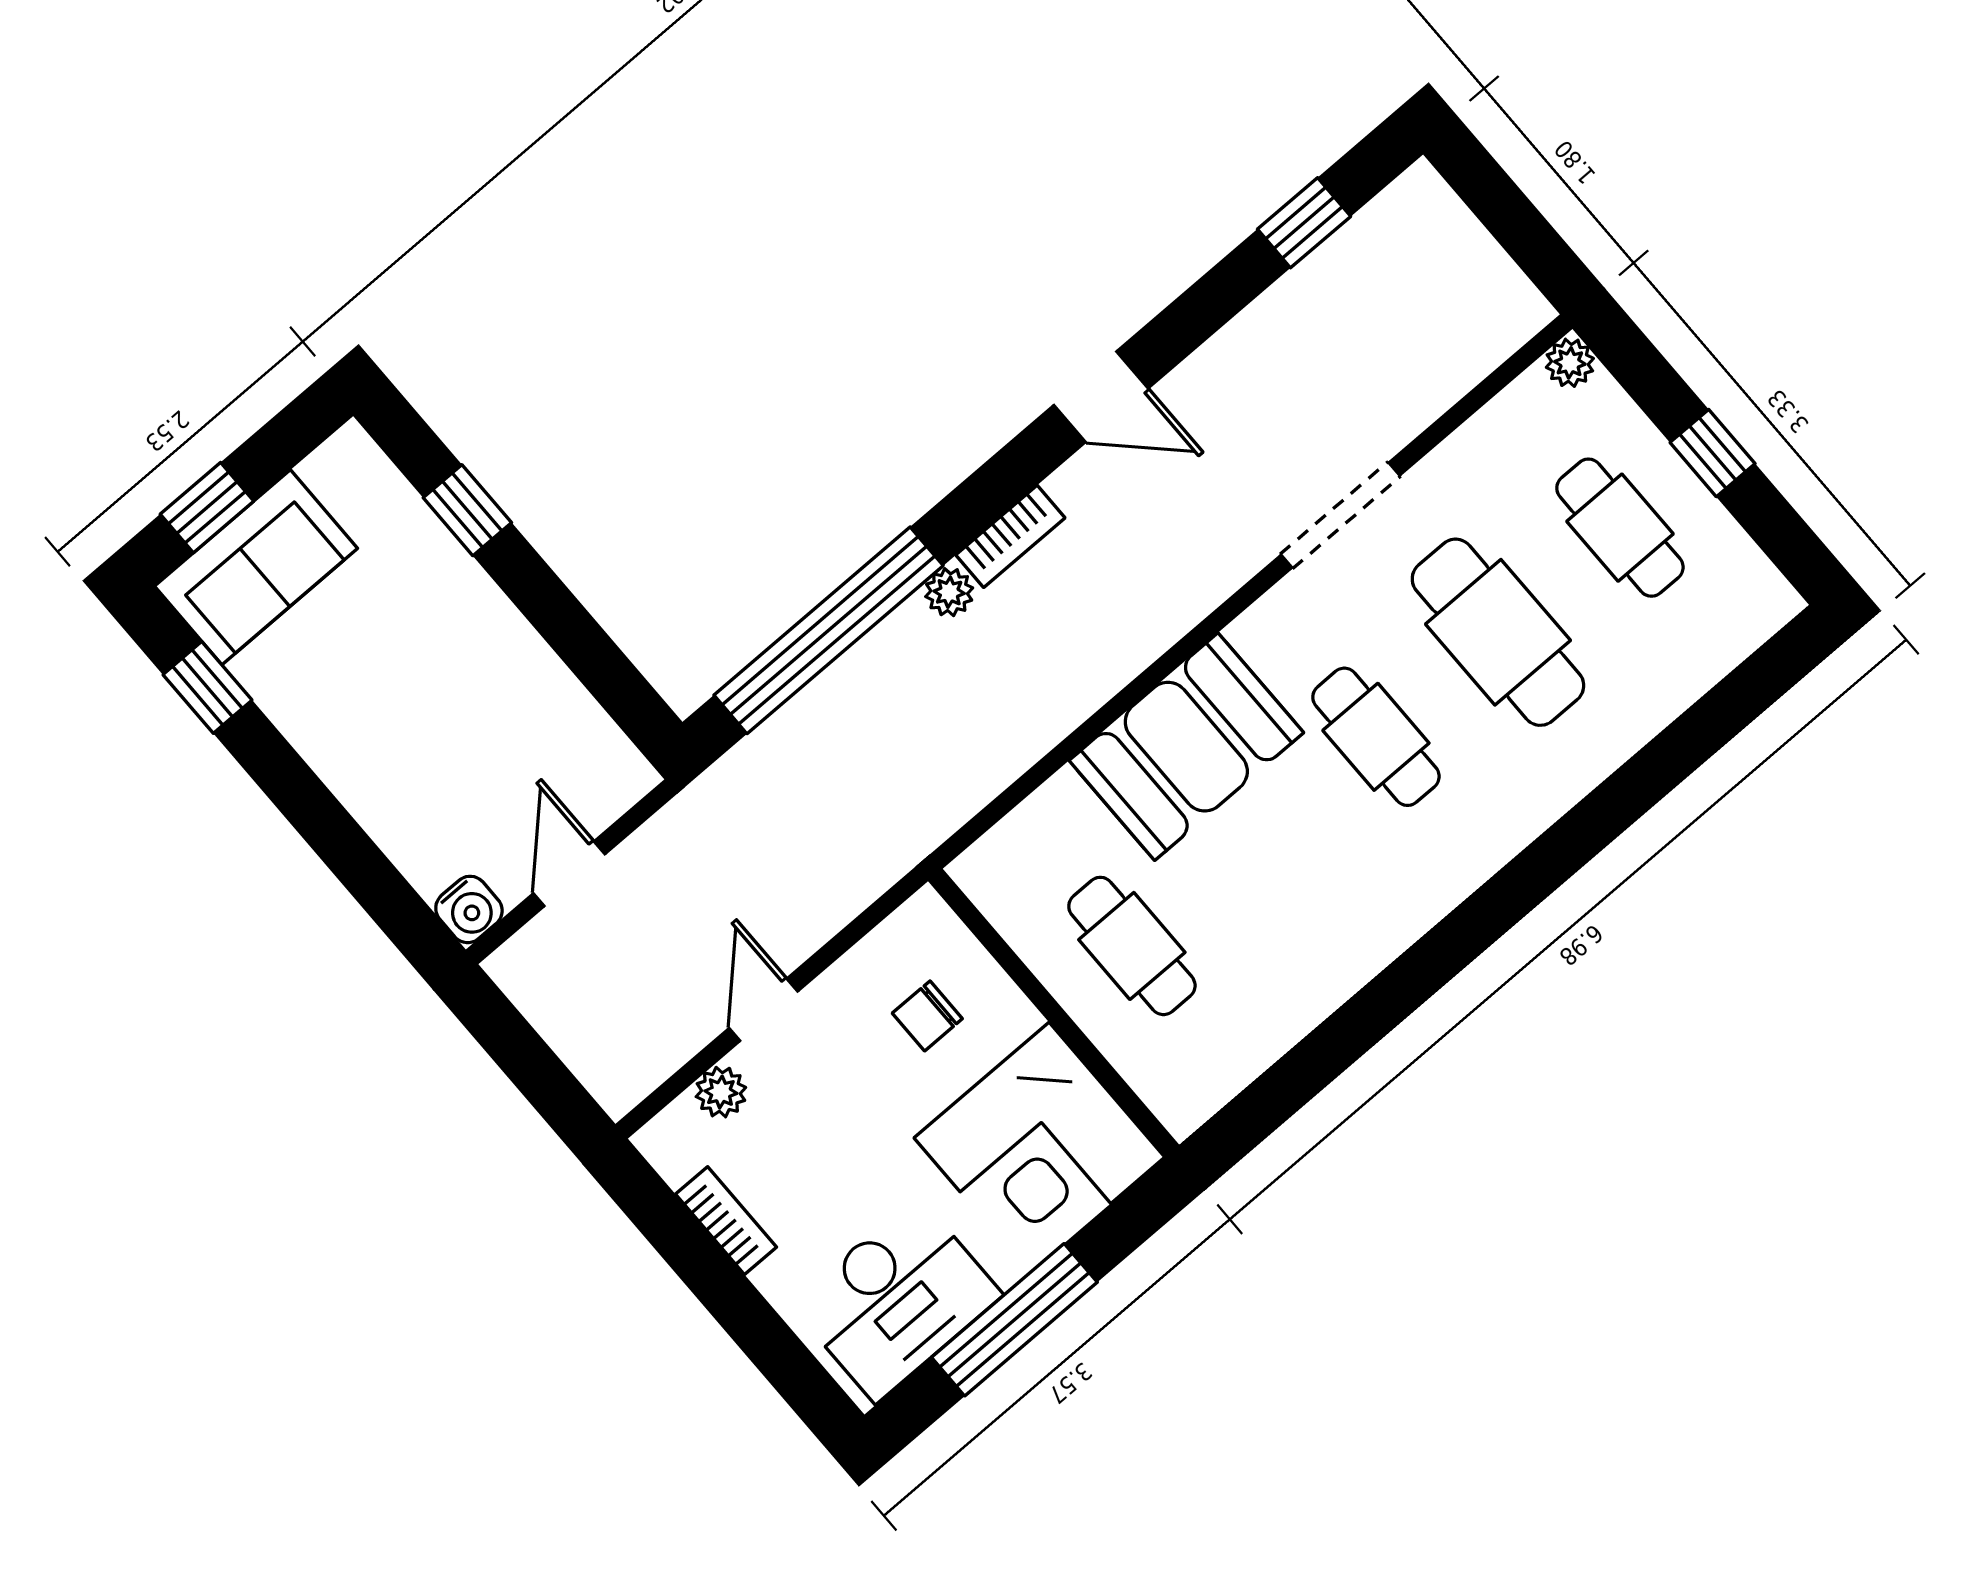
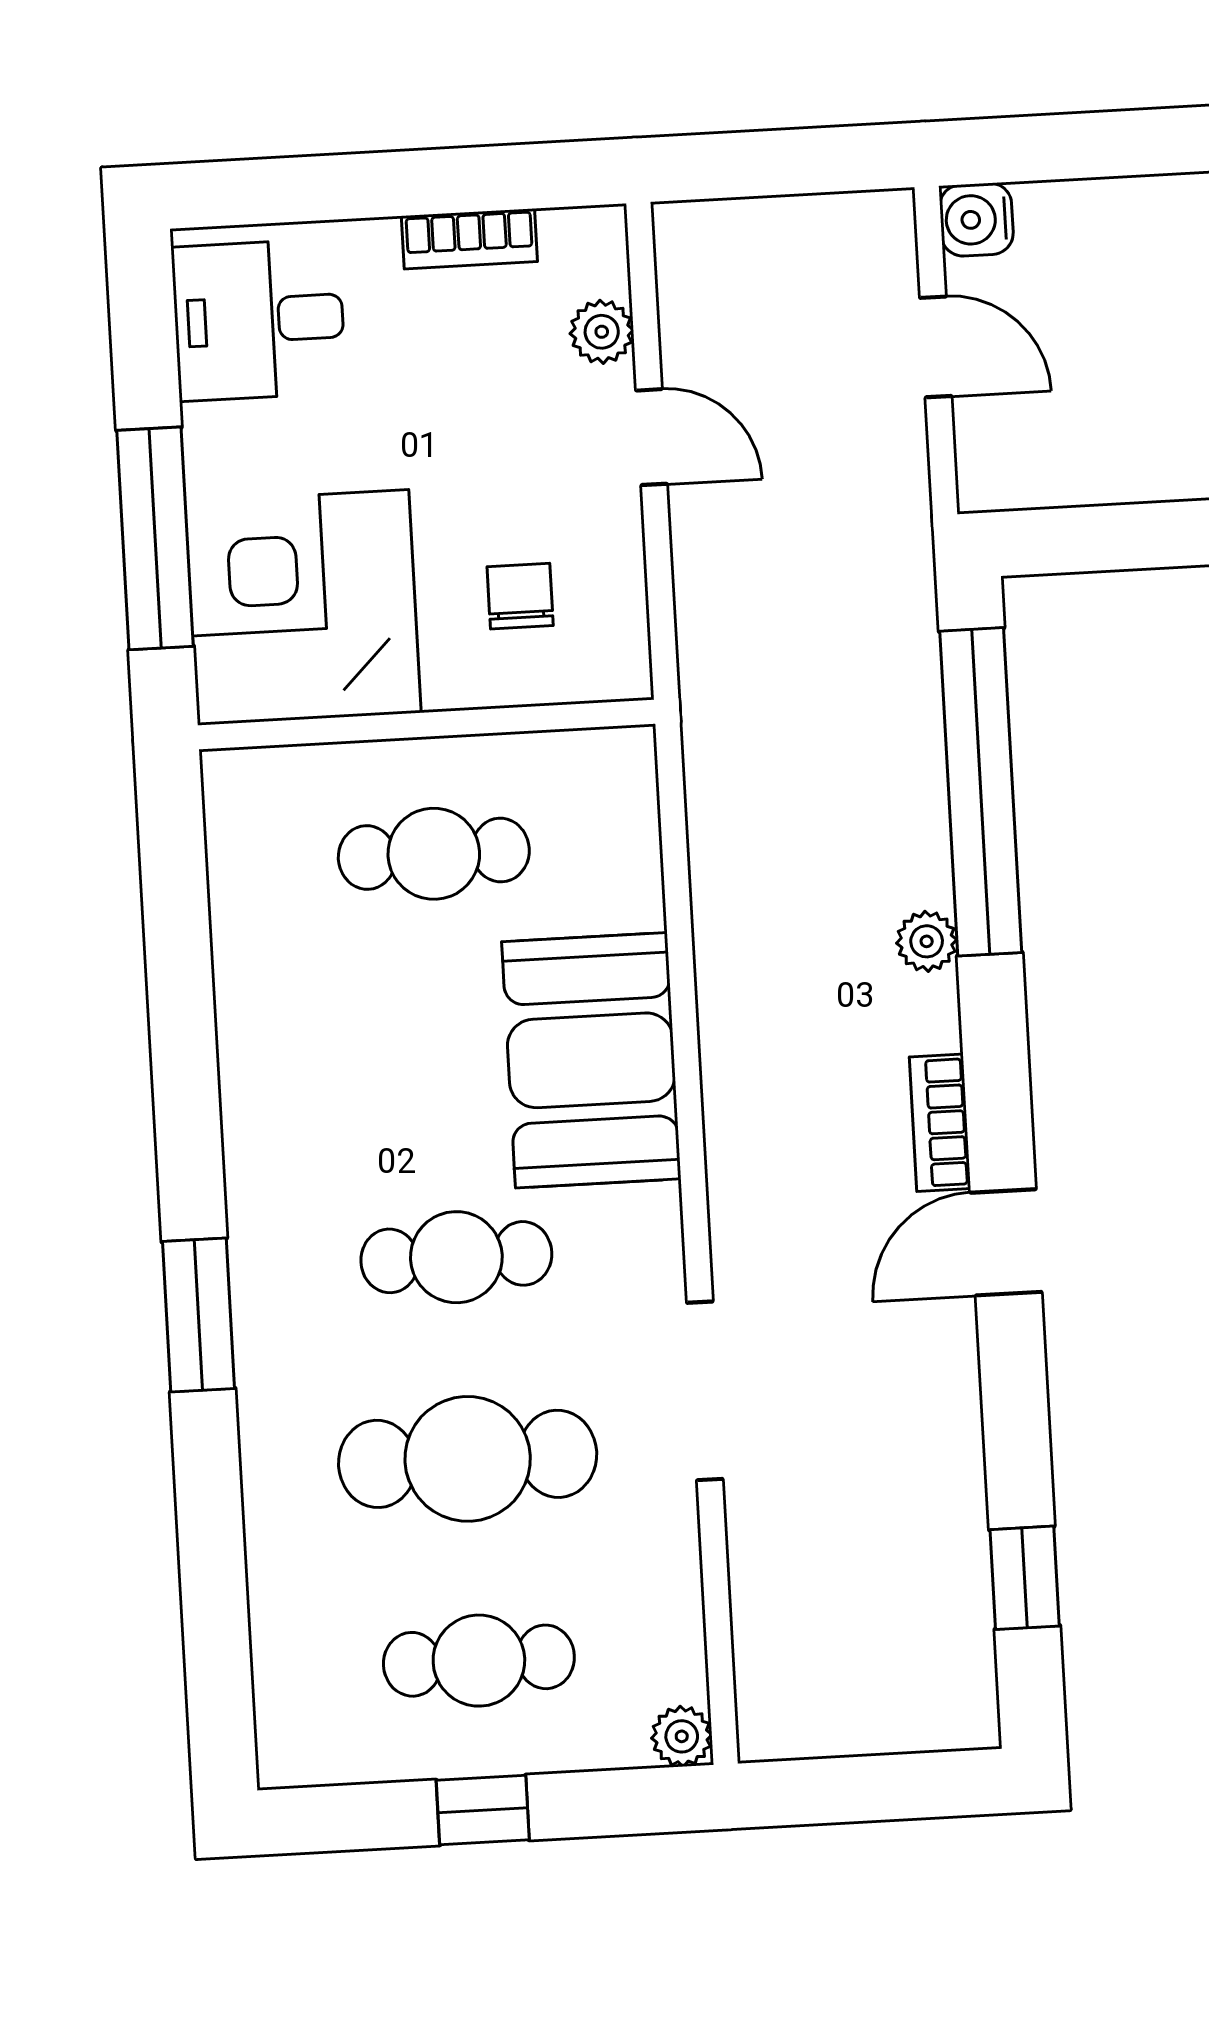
bookcase: (1010, 536) -> (940, 1123), moved
window: (1537, 872) -> (198, 1315), added
desk: (896, 1300) -> (259, 320), width x0.73
window: (1014, 1320) -> (155, 538), moved

